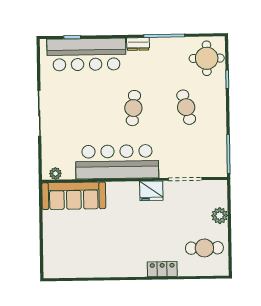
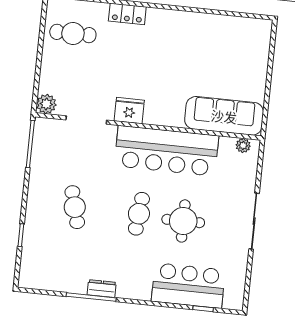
dresser: (138, 44) -> (102, 289), moved
bar counter: (86, 54) -> (188, 286), width x0.73
round table: (207, 58) -> (183, 221), moved
plant: (220, 216) -> (46, 104), moved

